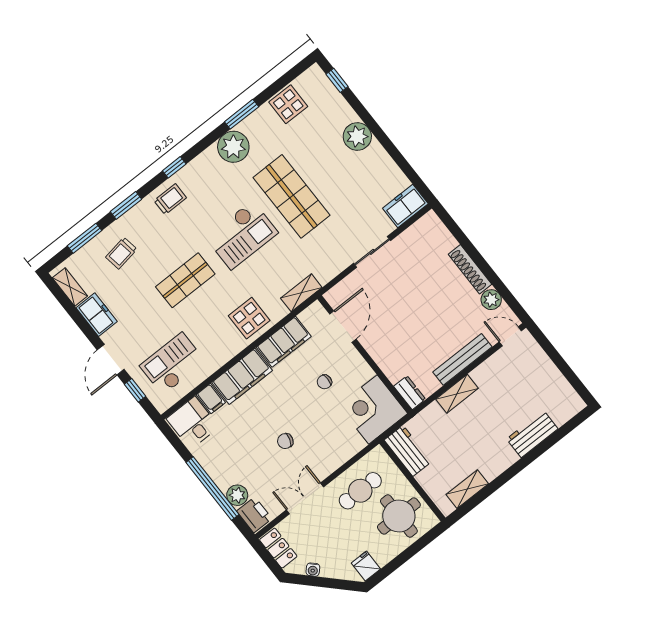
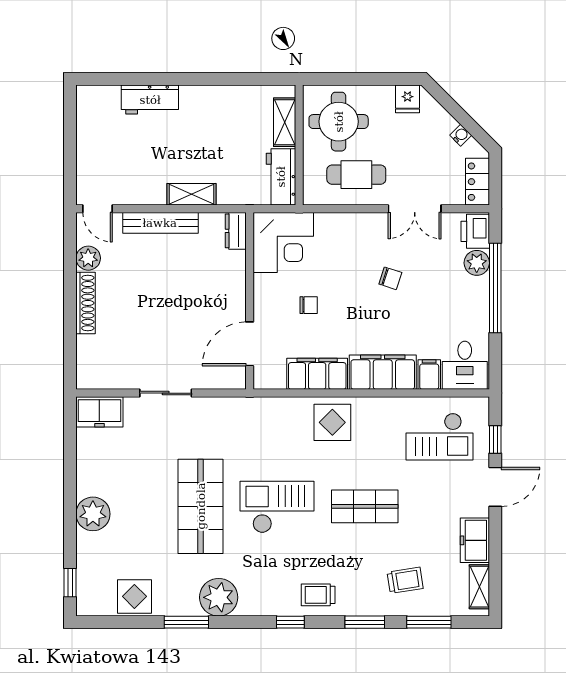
shelving: (301, 293) -> (264, 407), removed
shelving: (467, 489) -> (285, 122), moved, turned 90

